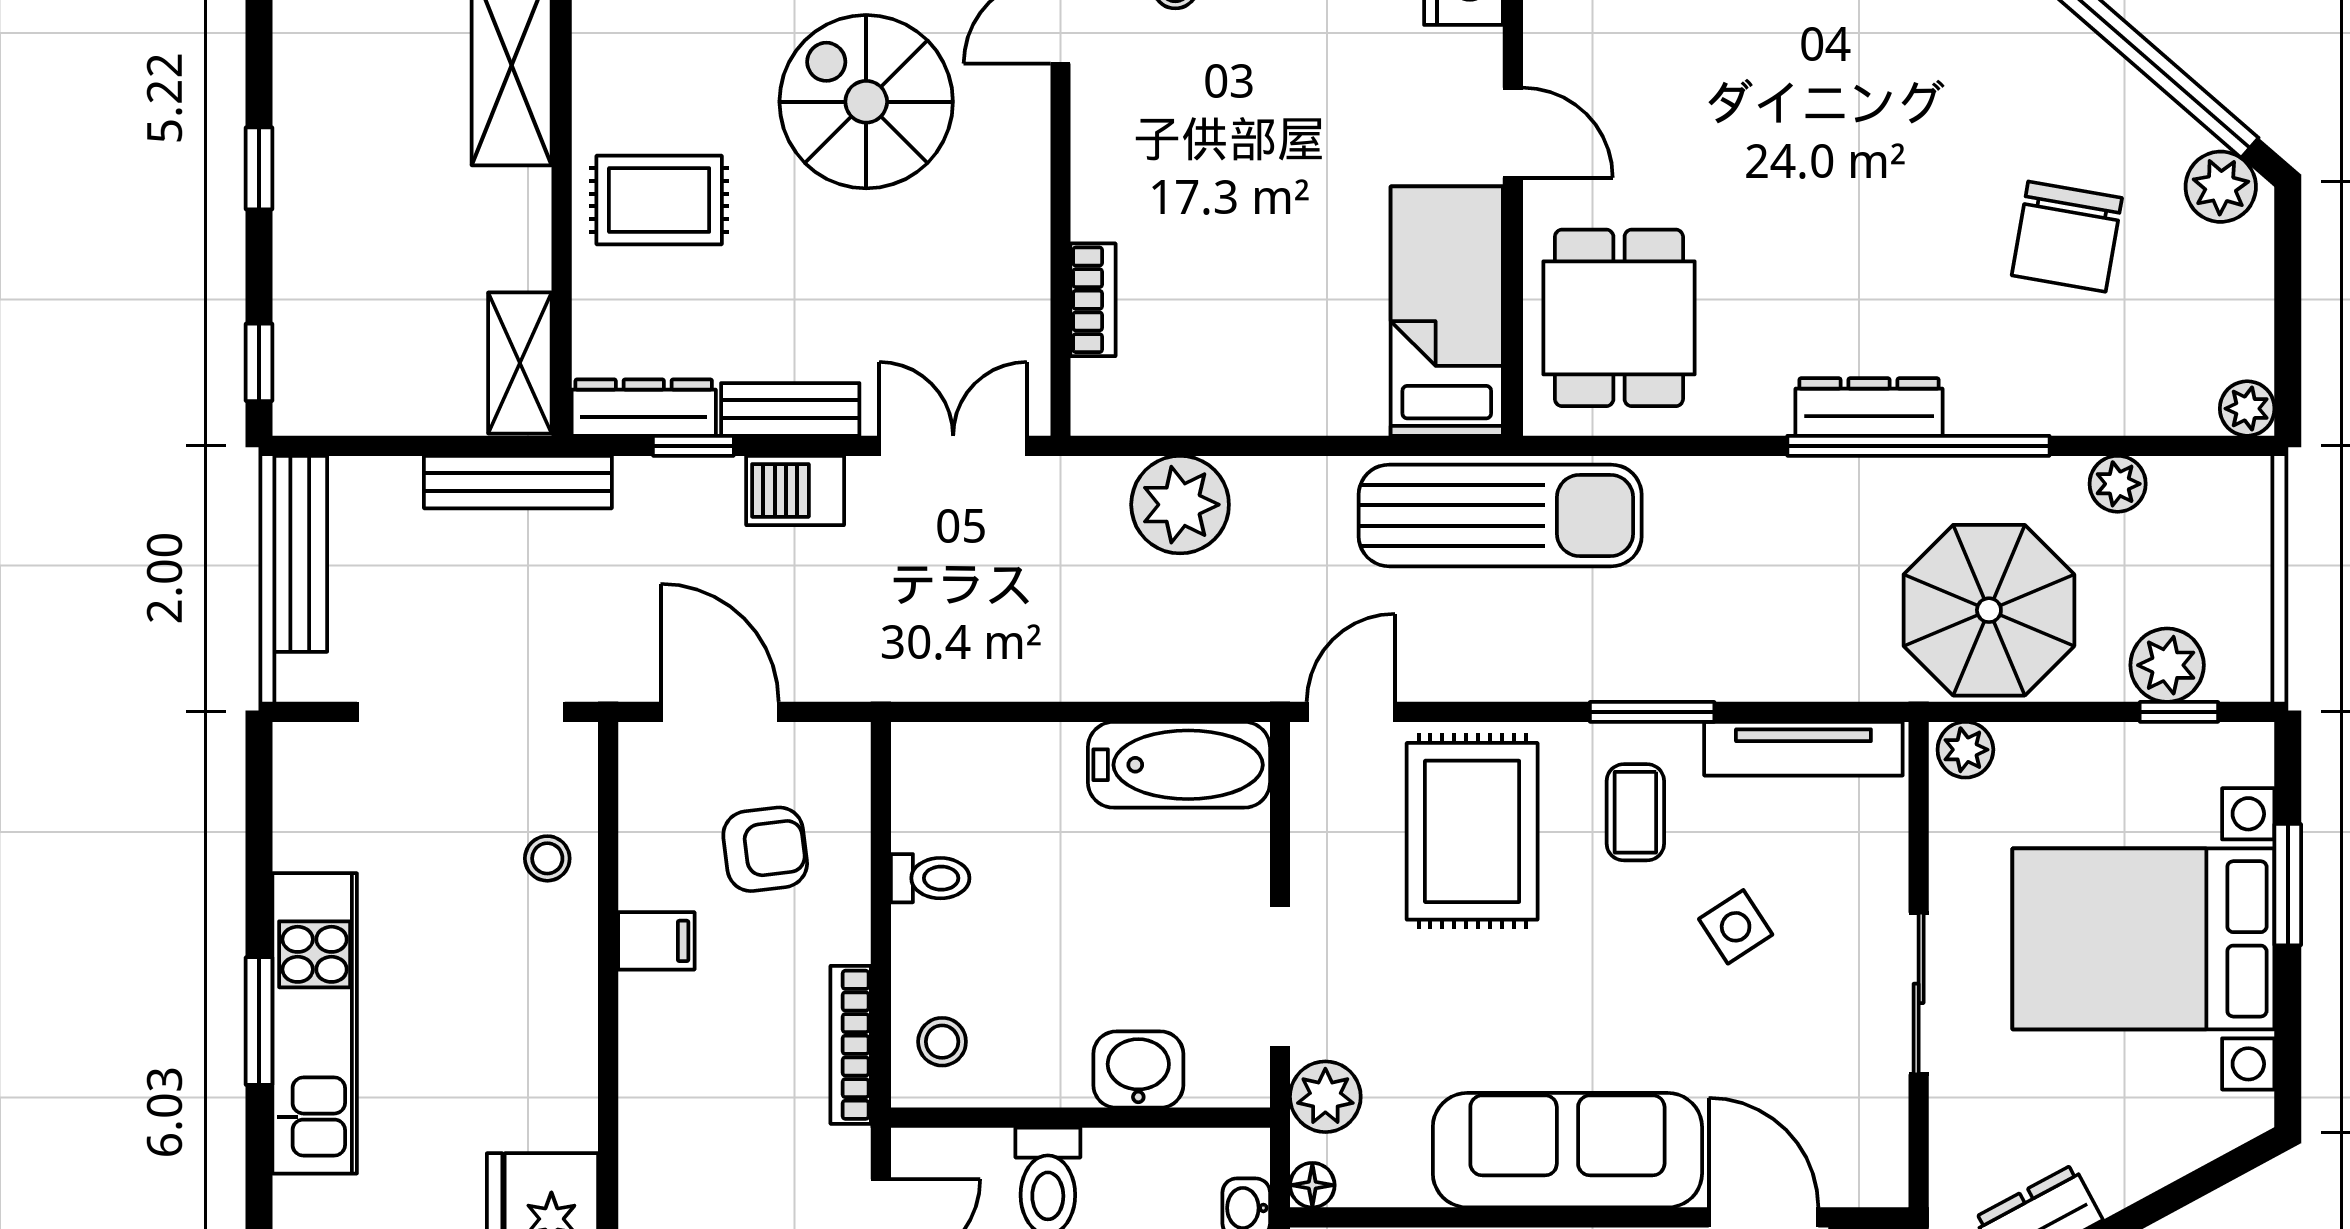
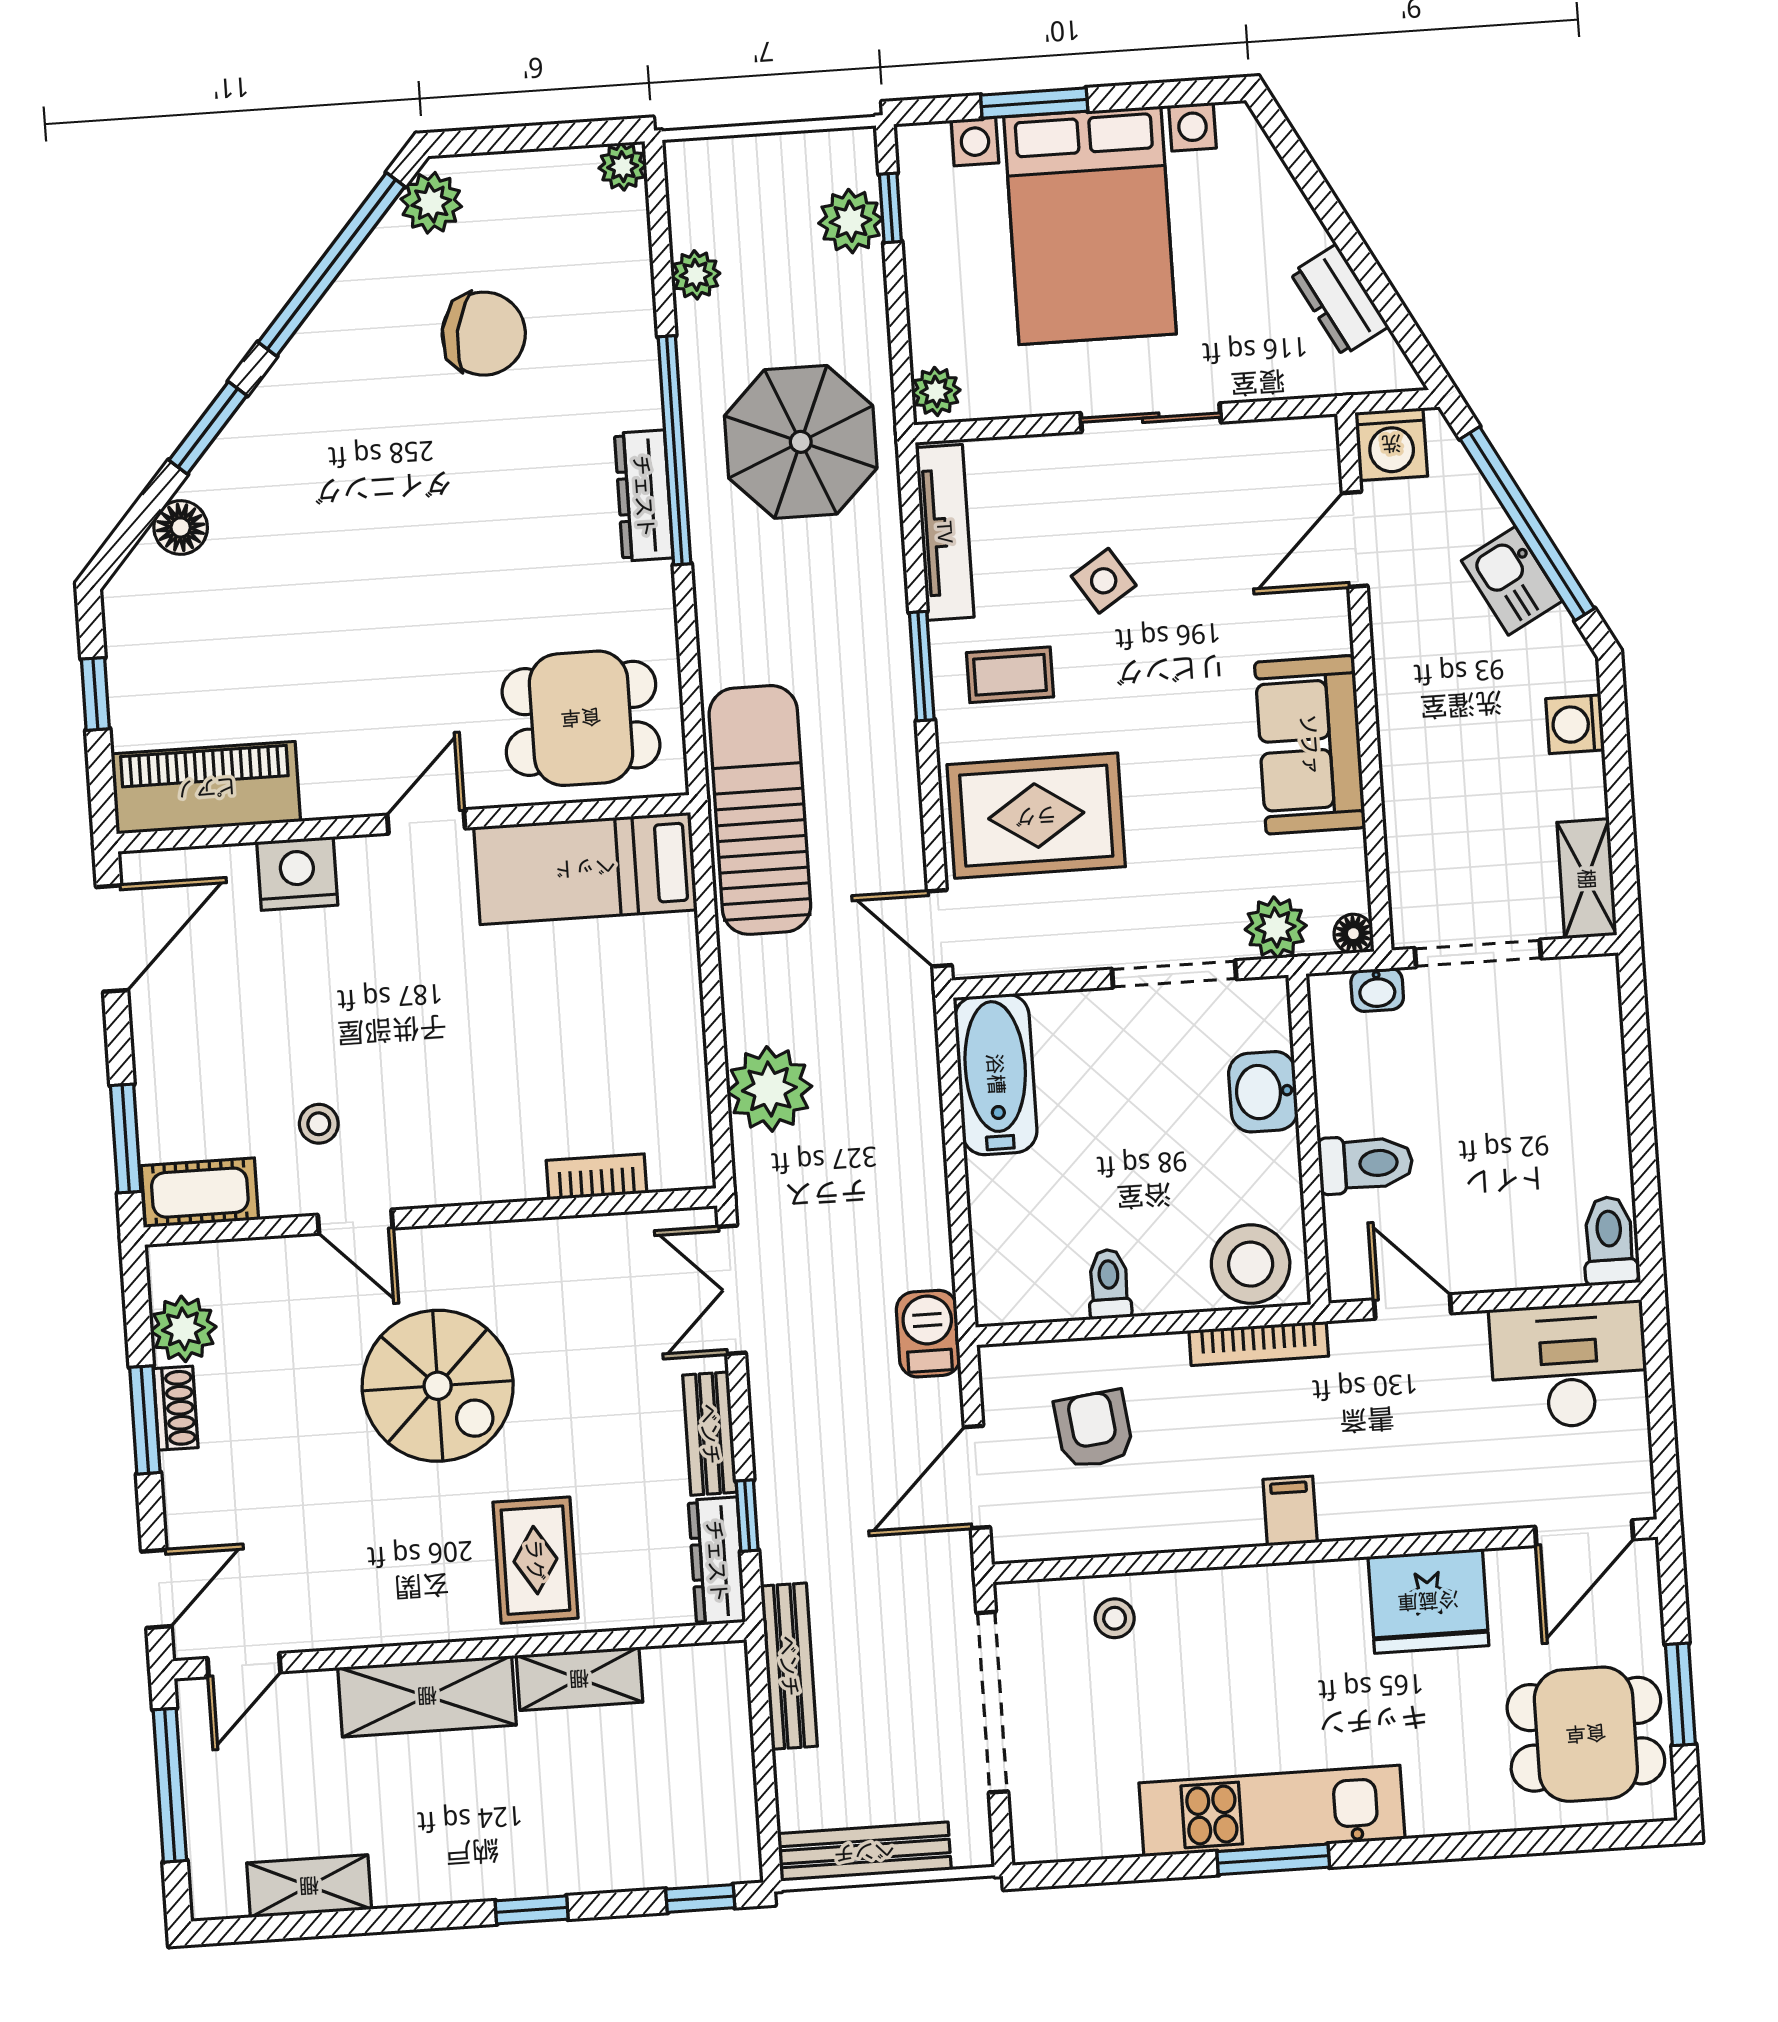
spiral stairs: (866, 102) -> (438, 1386), turned -90
shelving: (520, 363) -> (579, 1679), moved
barbecue: (795, 490) -> (928, 1334), moved, turned 180
parasol: (1989, 610) -> (801, 442), moved
filing cabinet: (656, 941) -> (1290, 1511), moved
stool: (942, 1042) -> (1251, 1264), width x1.89, depth x1.89
sofa: (1567, 1150) -> (1310, 745), width x0.73

